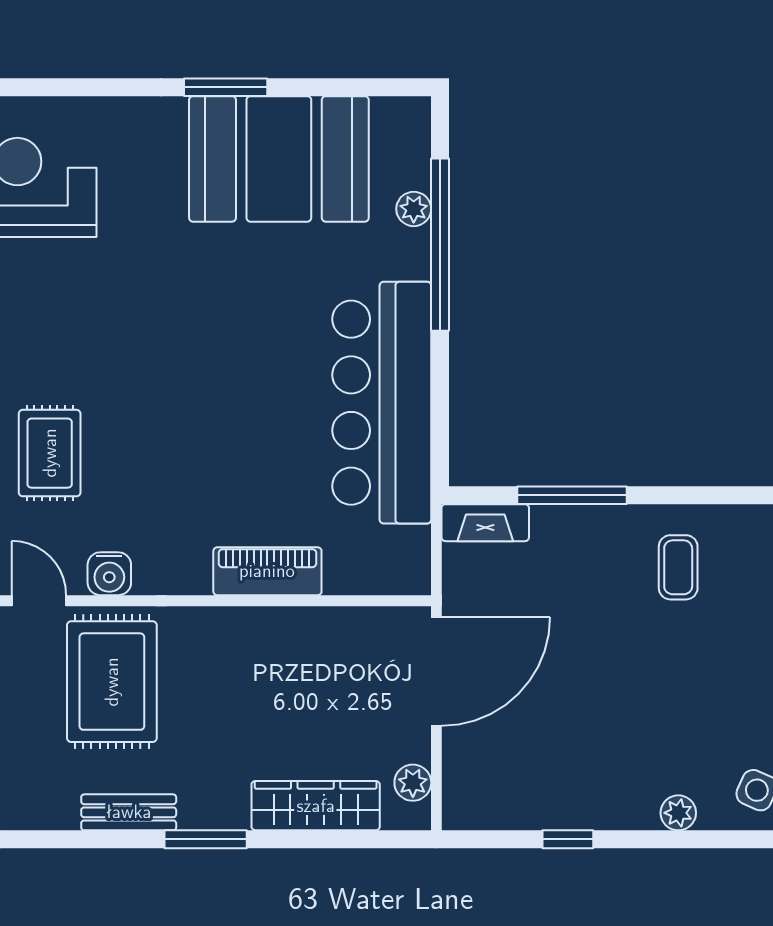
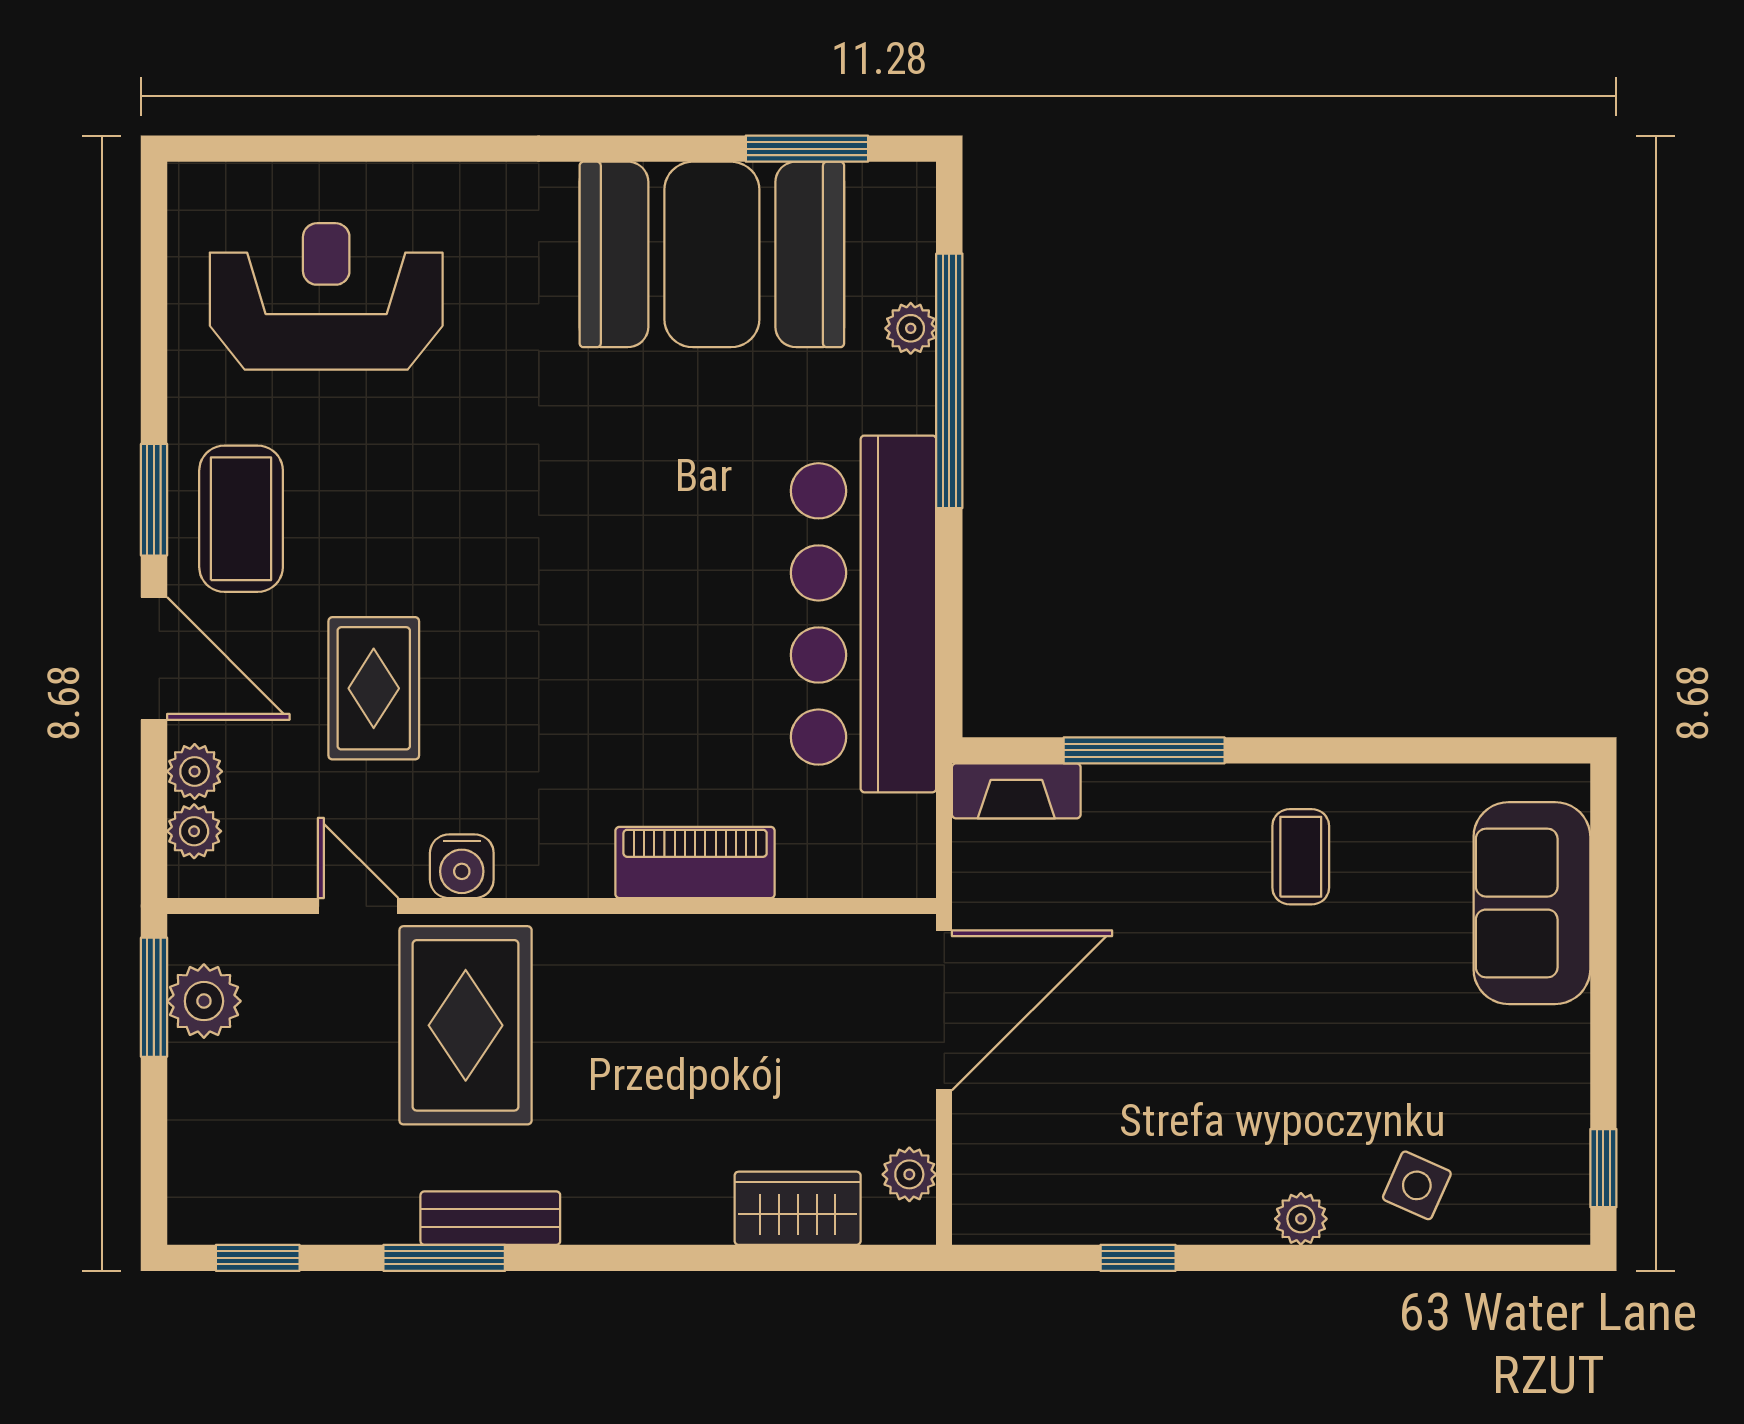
window: (226, 87) -> (807, 149), moved
wardrobe: (316, 806) -> (798, 1208), width x0.67
window: (206, 839) -> (444, 1258), moved

